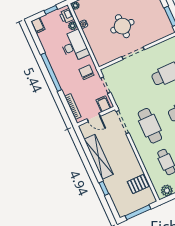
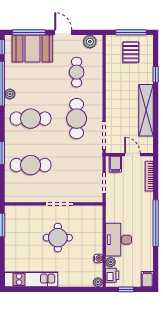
chair: (86, 72) -> (118, 206), removed
pallet: (138, 184) -> (131, 52), moved, turned 90

